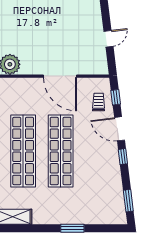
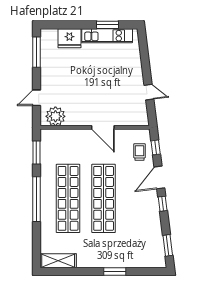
door: (109, 39) -> (149, 92), hinge flipped
door: (60, 76) -> (103, 127), width x0.73
door: (120, 129) -> (159, 177), hinge flipped

